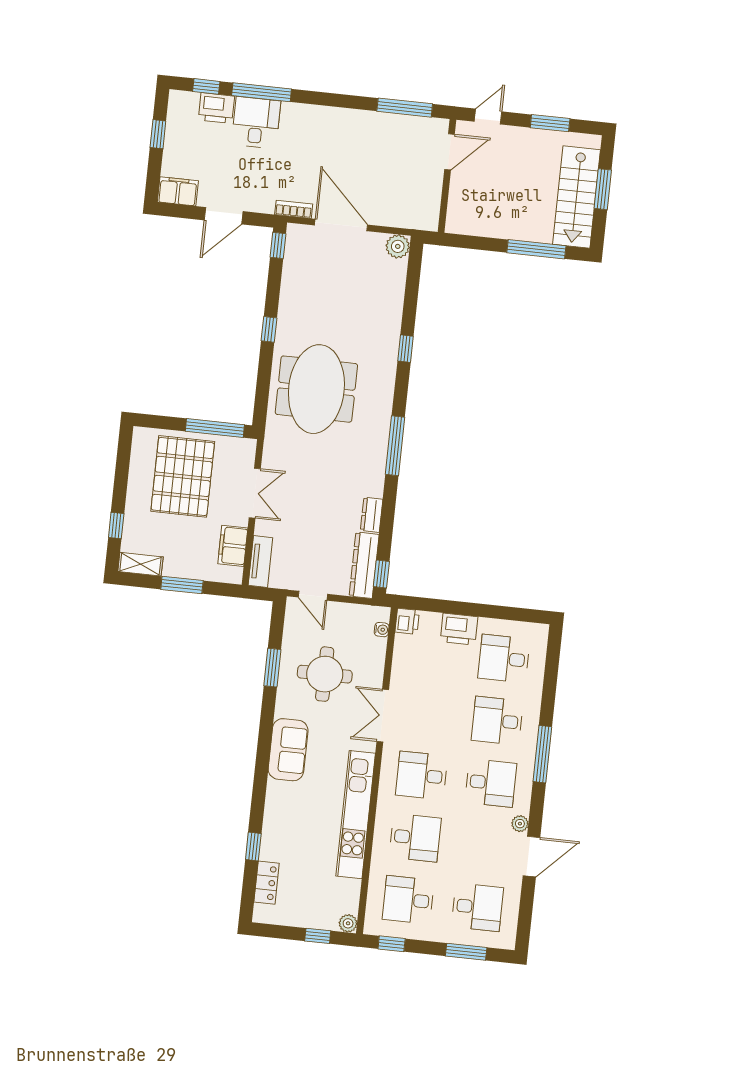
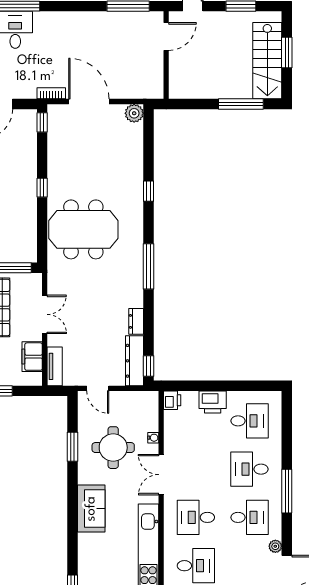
meeting table: (316, 389) -> (83, 229), turned 90
water cooler: (382, 630) -> (153, 438), moved
desk: (504, 659) -> (249, 421), turned 180

